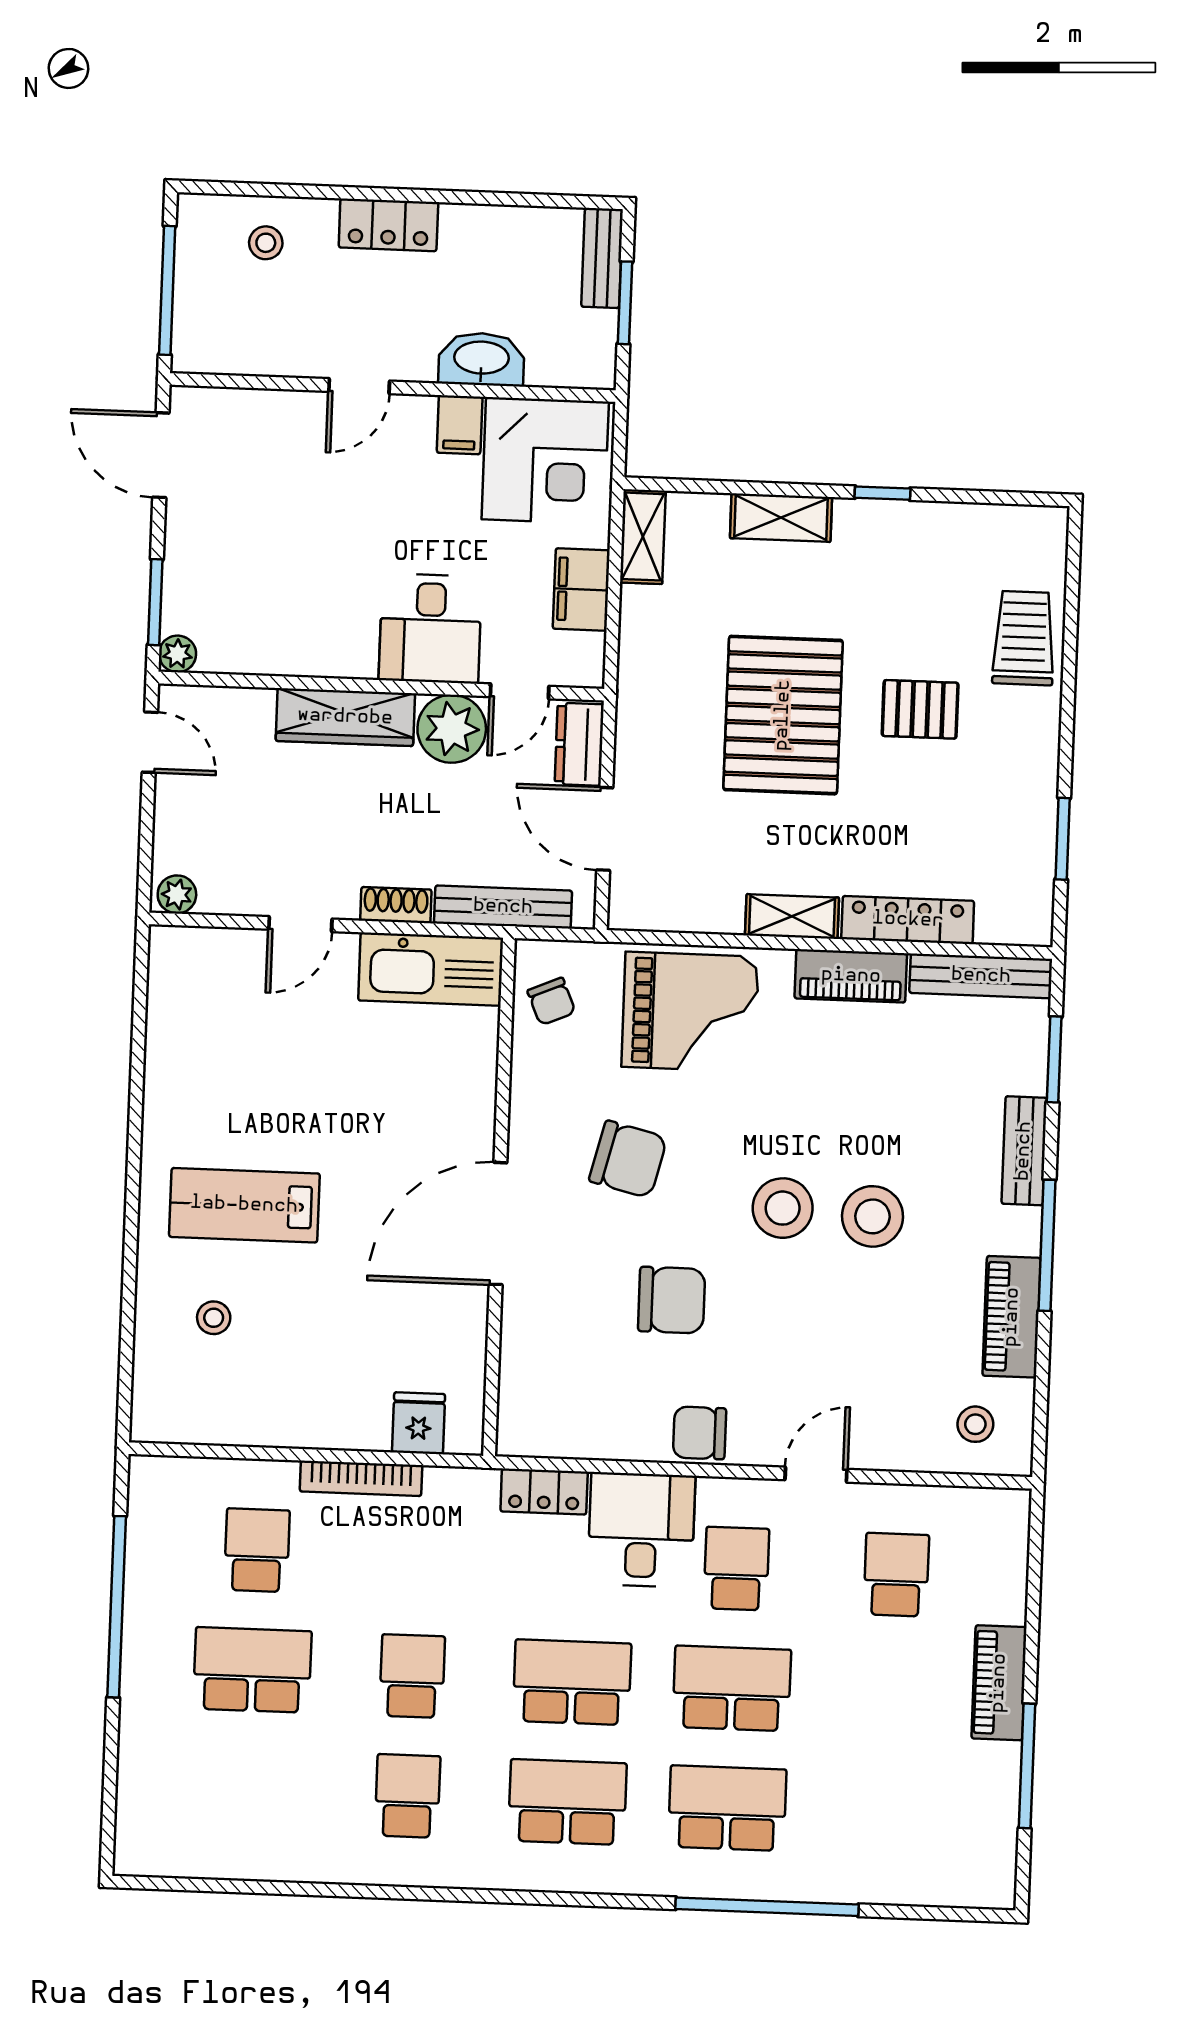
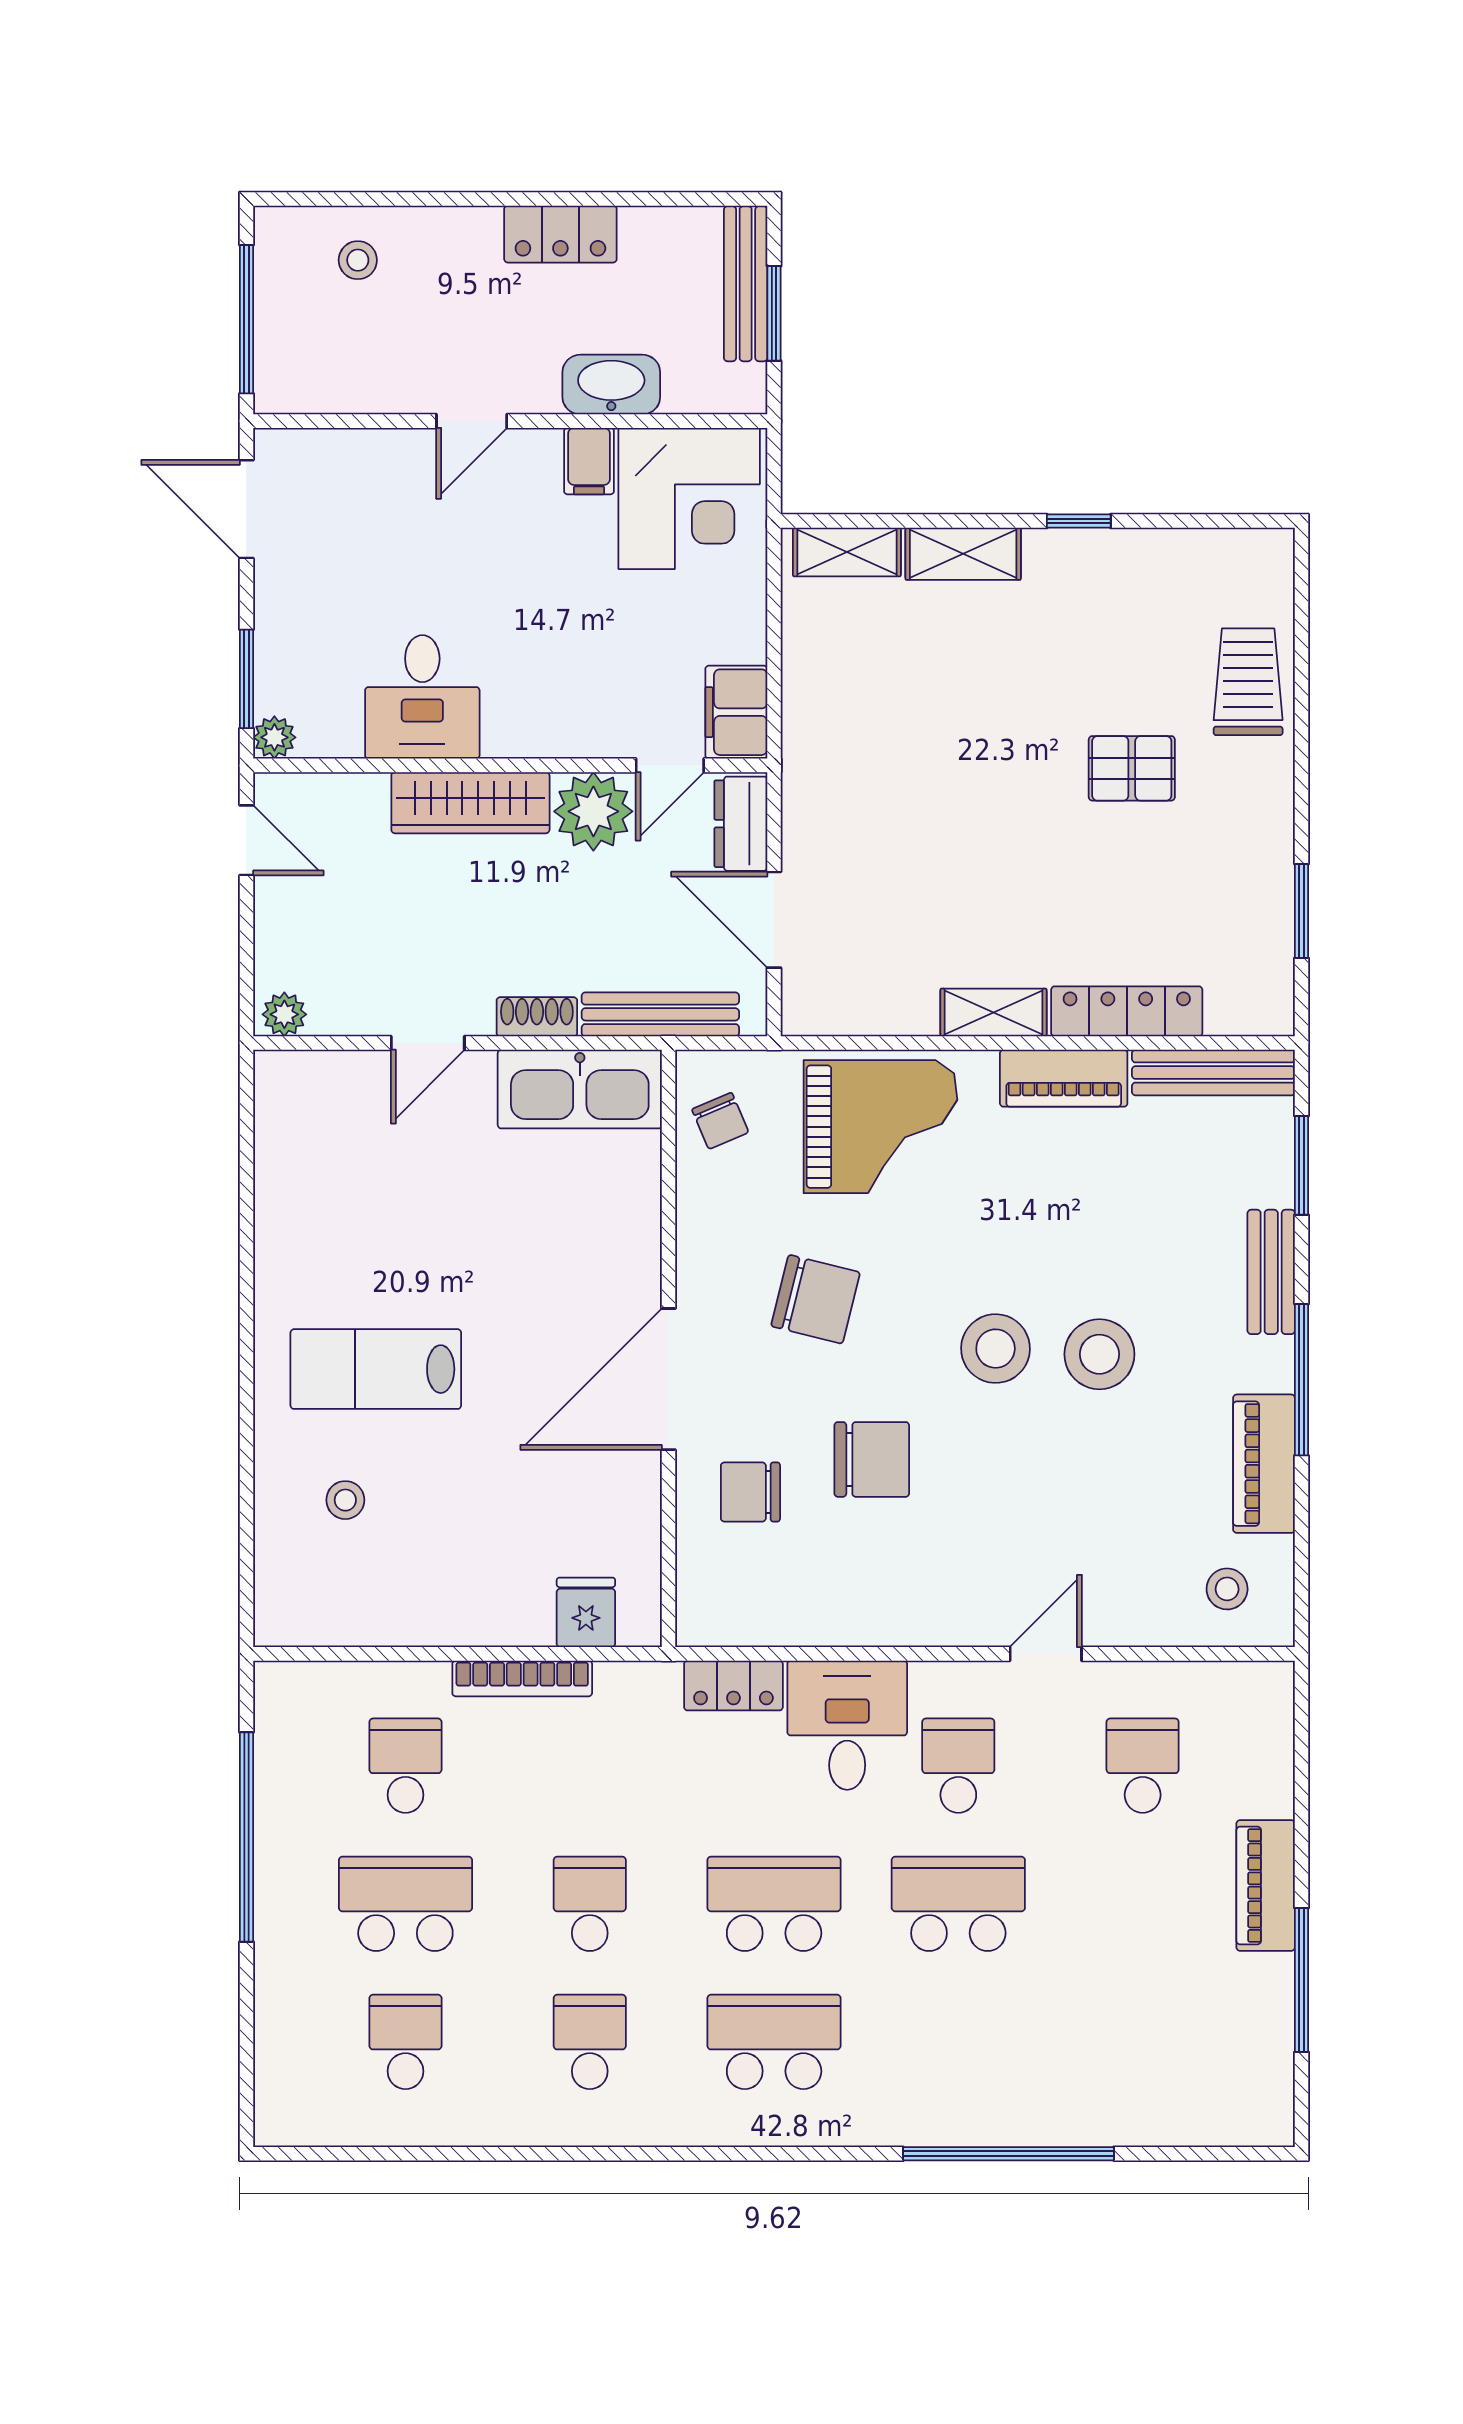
locker: (388, 225) -> (560, 234), moved
bench: (602, 258) -> (746, 284), width x1.36
shelving: (643, 537) -> (847, 552), moved, turned 90
filing cabinet: (581, 589) -> (736, 712), moved
desk: (430, 628) -> (422, 697), moved
pallet: (783, 715) -> (974, 781), removed
chair: (699, 1433) -> (750, 1492), moved
school desk: (727, 1808) -> (405, 2042), moved, width x0.54

